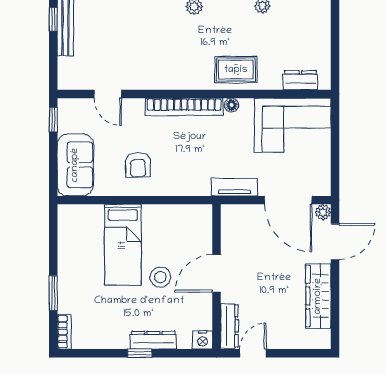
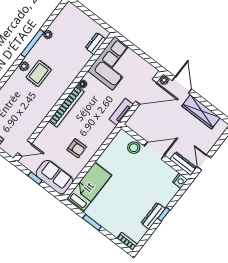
rug: (236, 70) -> (39, 73), moved
door: (108, 94) -> (25, 148), moved
window: (53, 120) -> (35, 178), moved
bed: (123, 245) -> (89, 187), moved, turned -90
door: (217, 273) -> (154, 151), swing flipped
stool: (160, 277) -> (134, 148), moved
window: (53, 293) -> (92, 222), moved
dresser: (153, 340) -> (153, 216), moved

